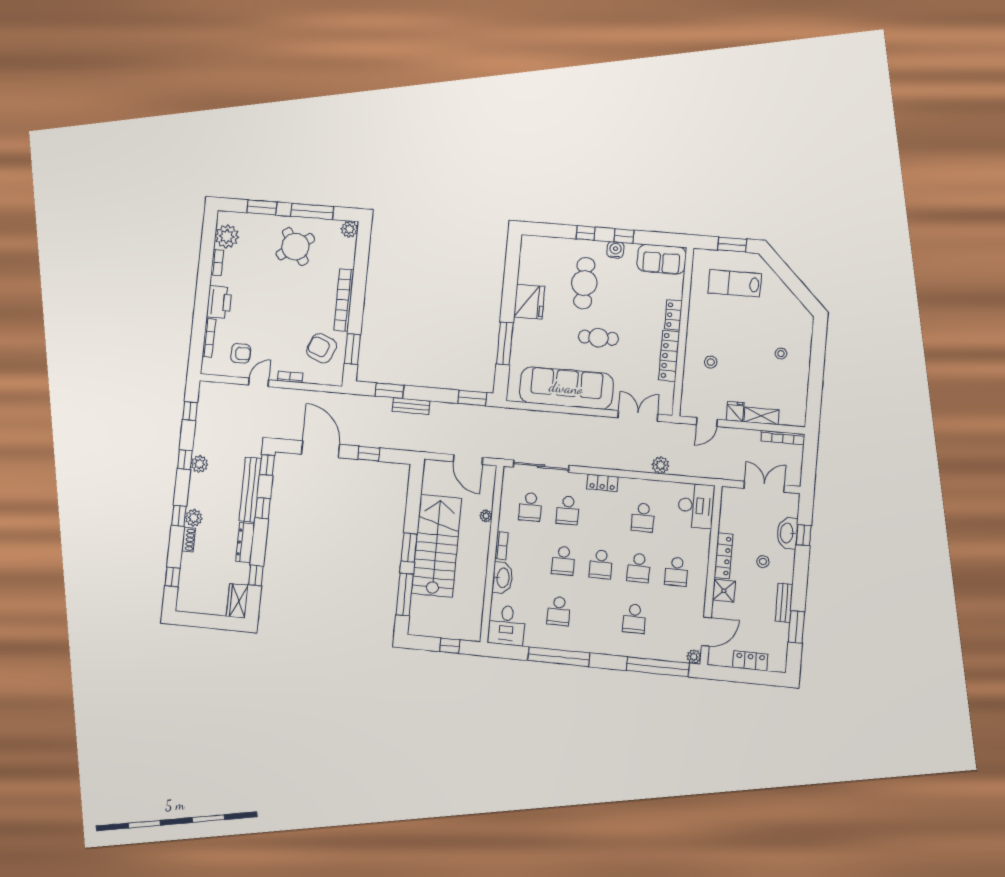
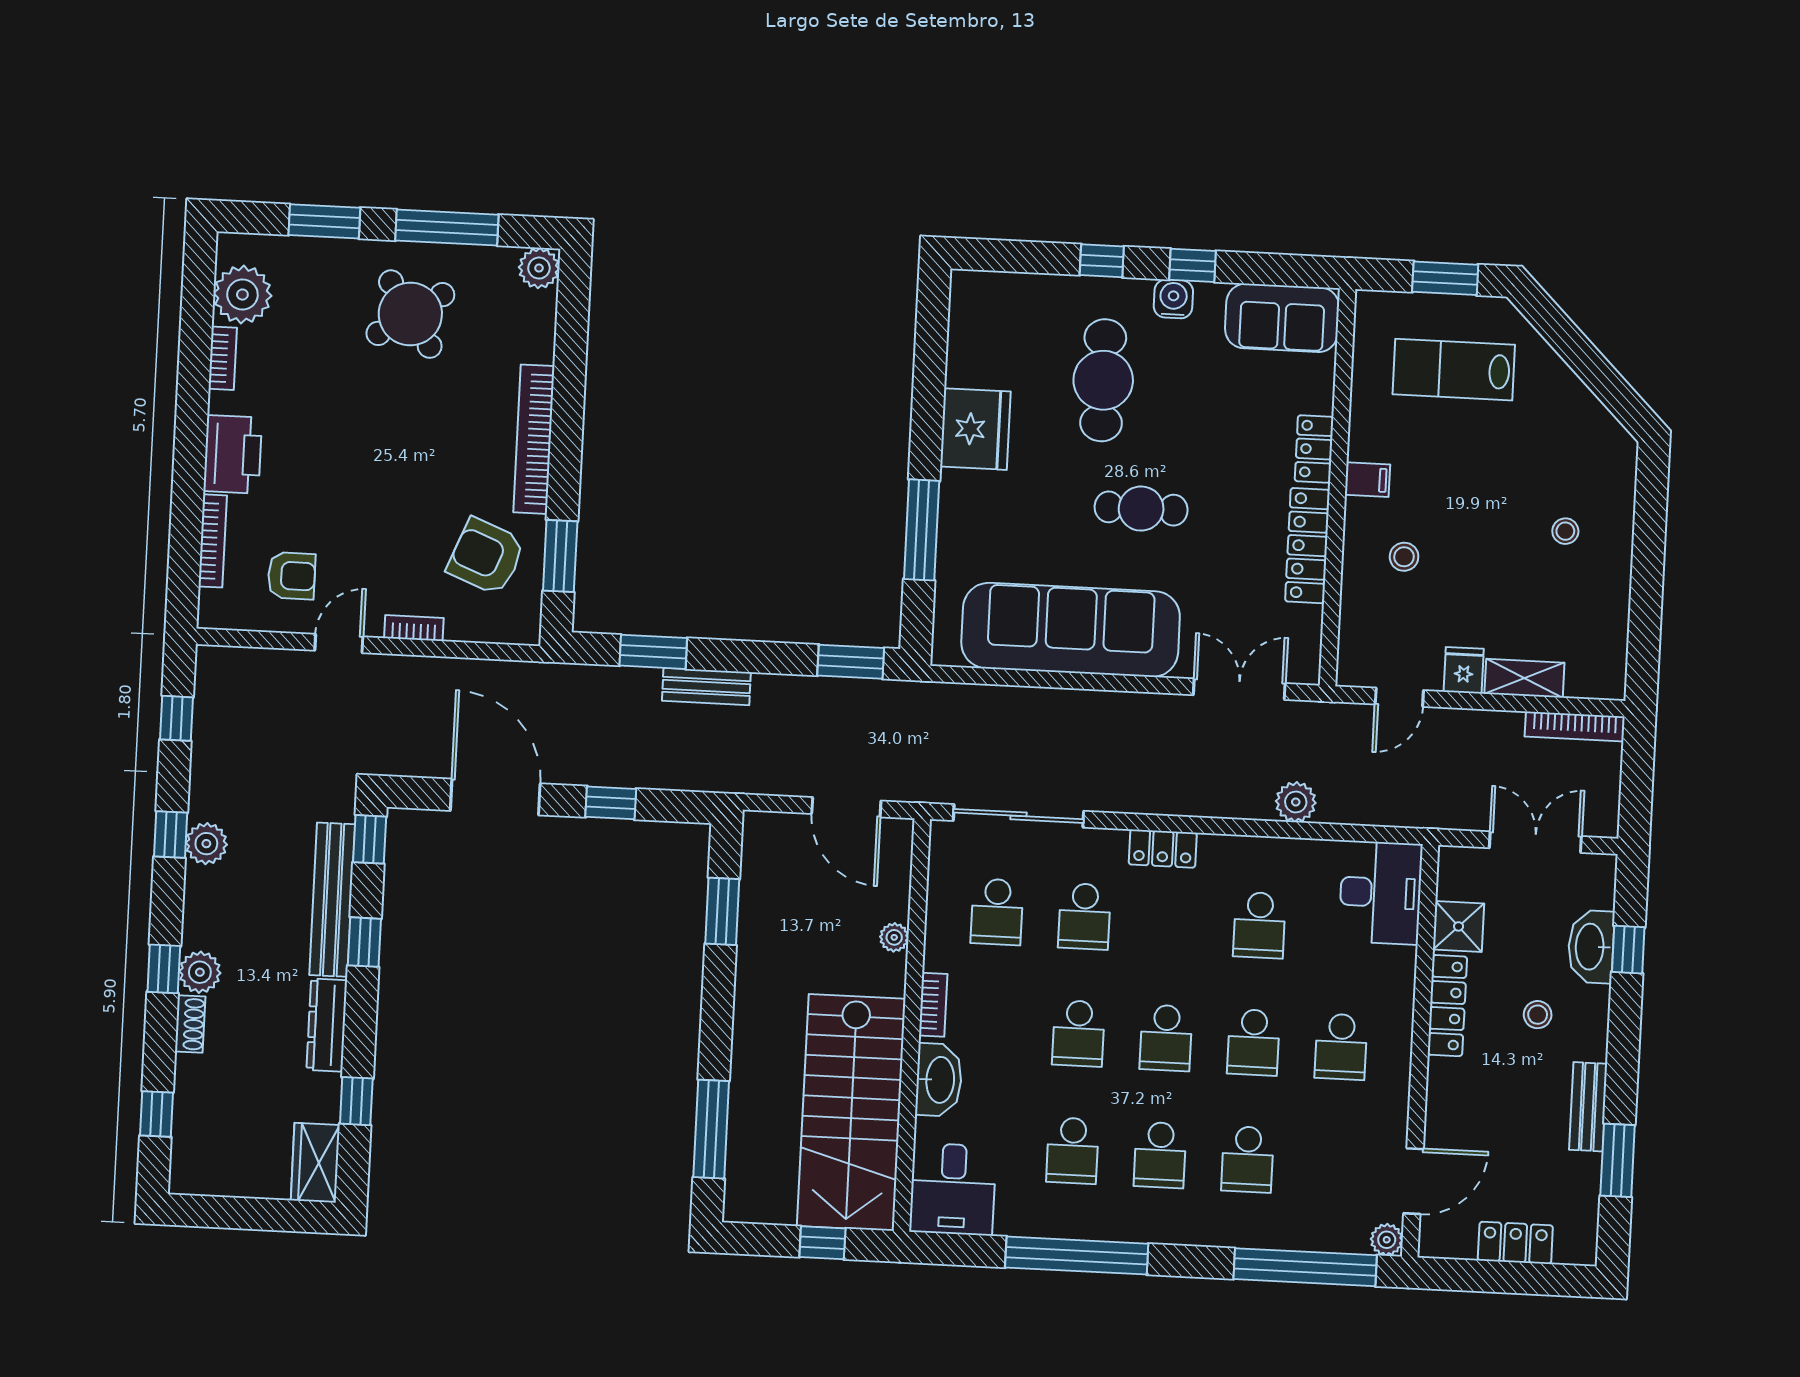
filing cabinet: (696, 329) -> (1367, 480), added
stairs: (436, 546) -> (851, 1112), moved, turned 180
window: (409, 548) -> (722, 911), moved
shower: (724, 591) -> (1459, 926), moved
school desk: (596, 615) -> (1160, 1155), added

